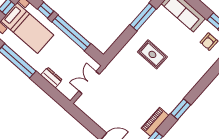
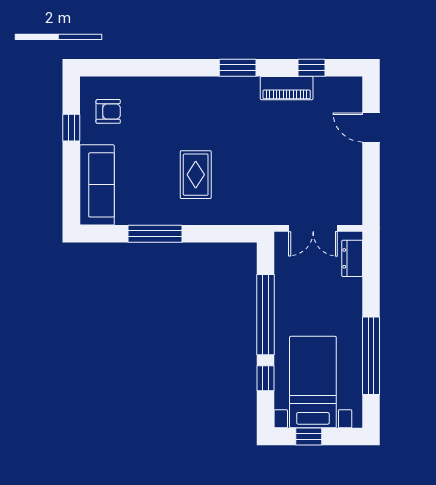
dresser: (51, 77) -> (352, 258), moved

